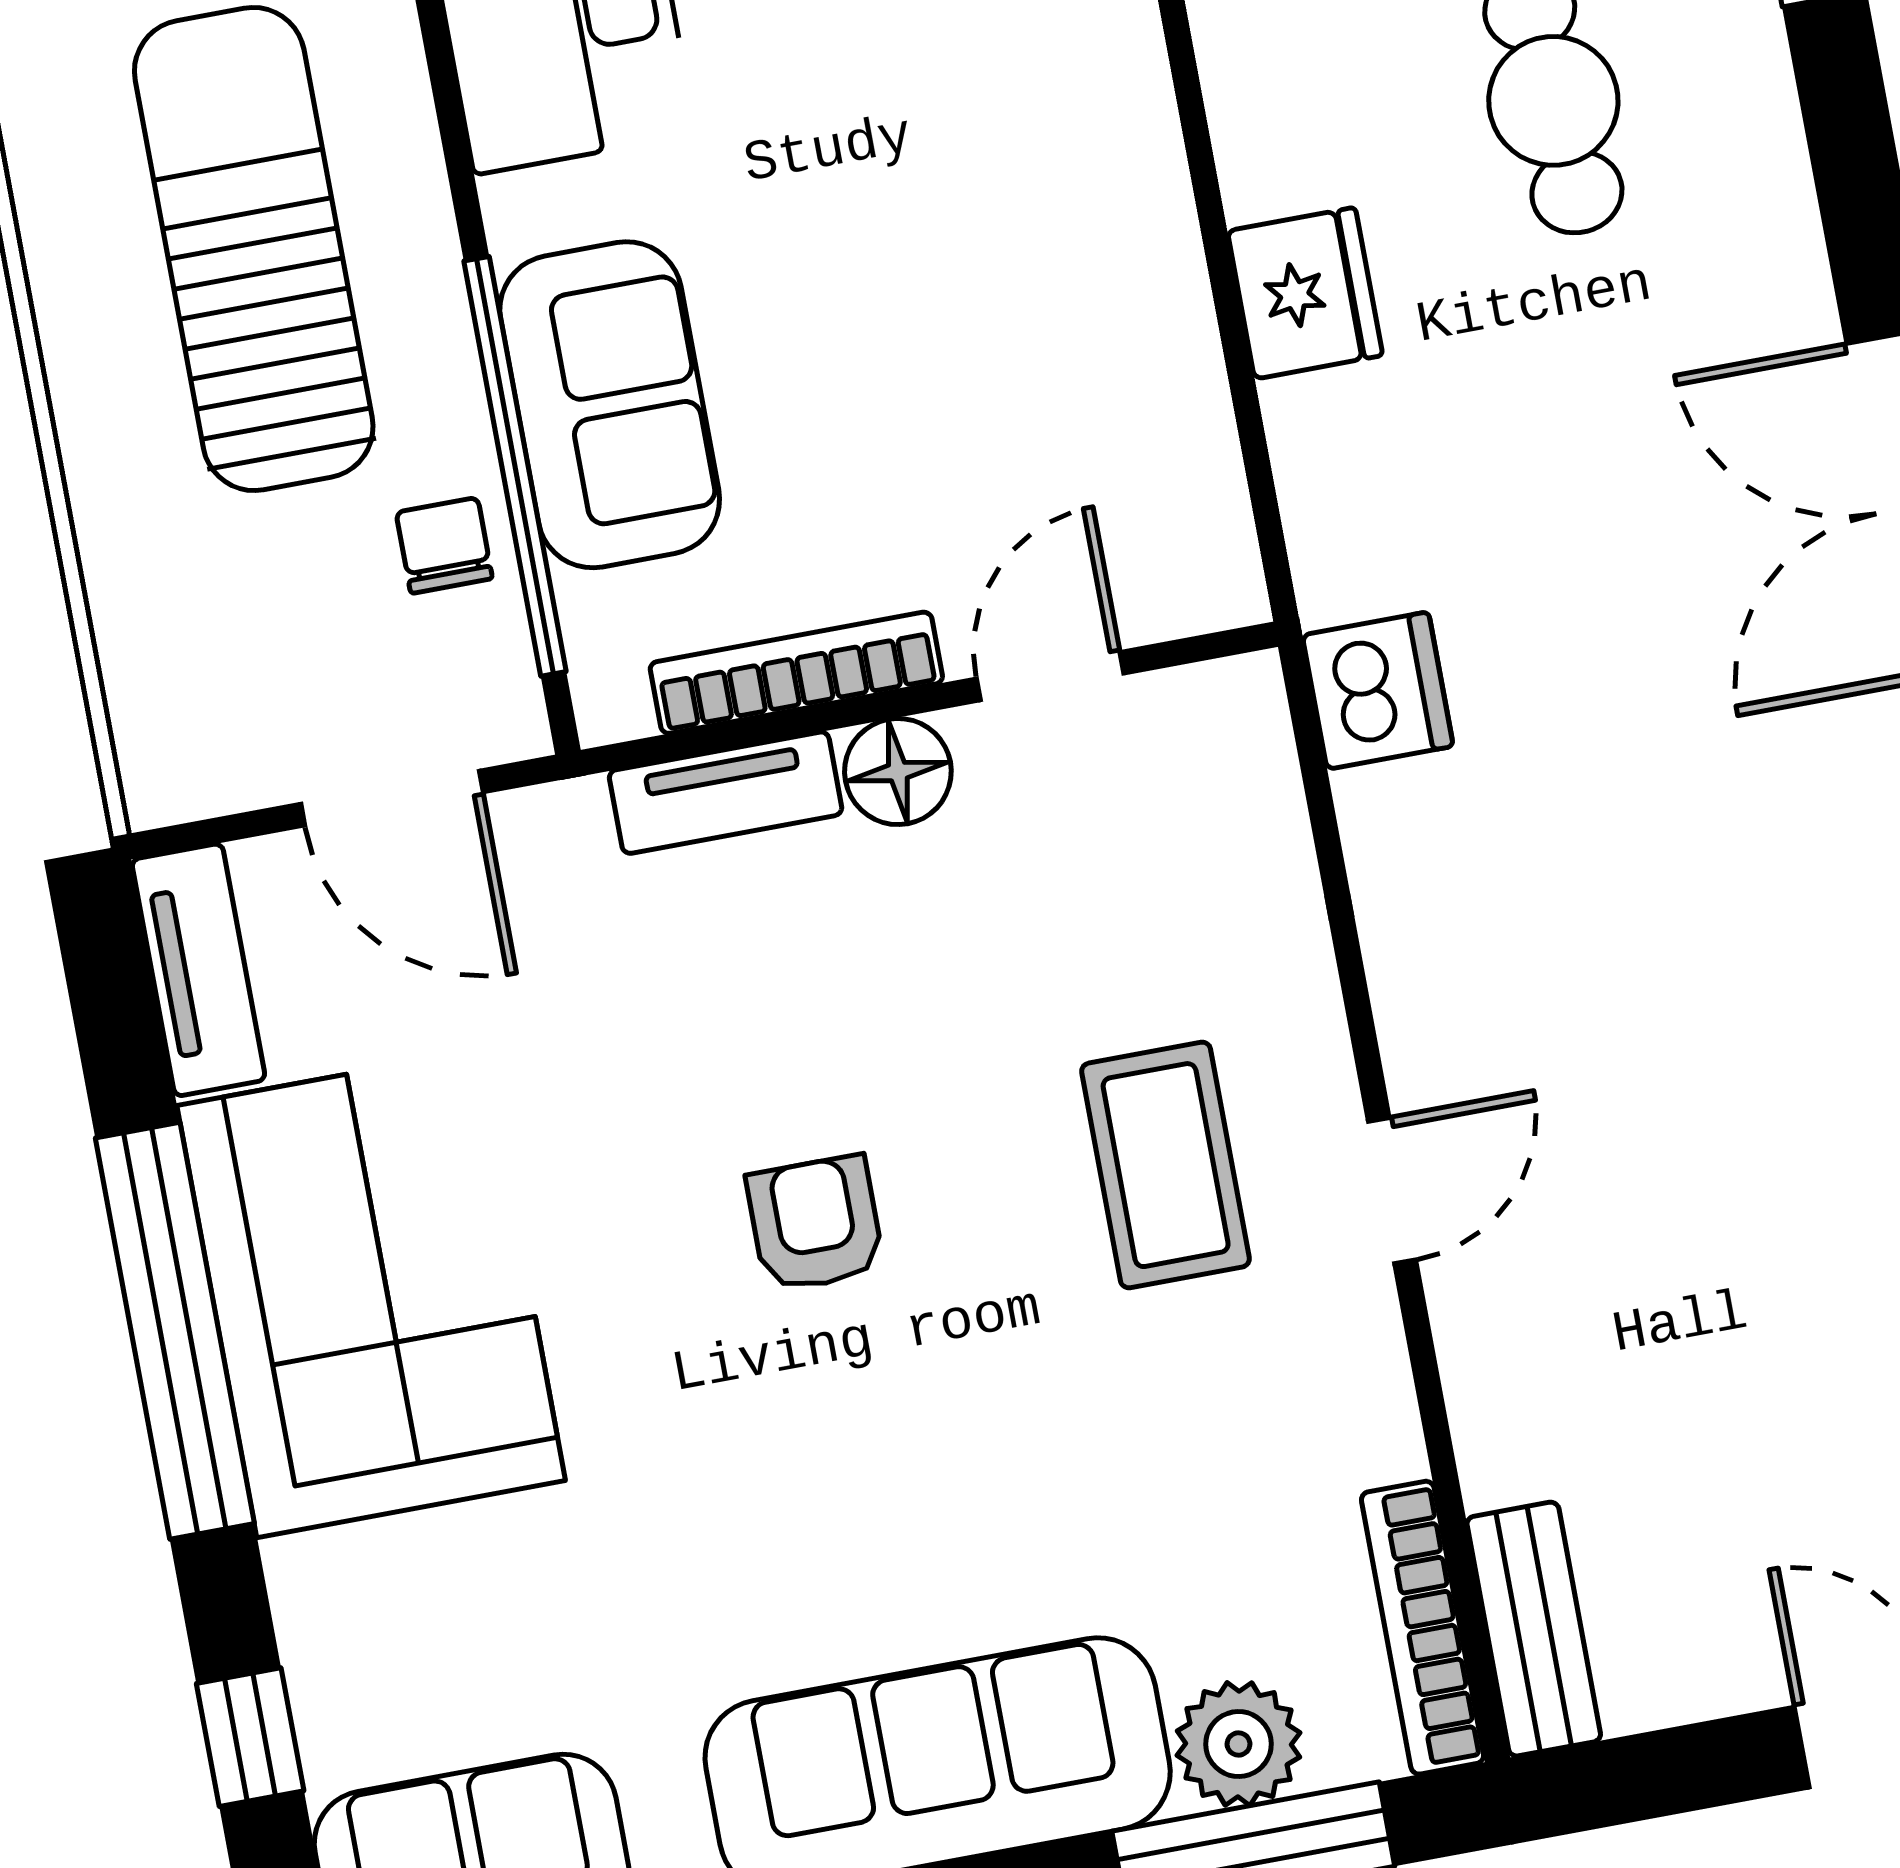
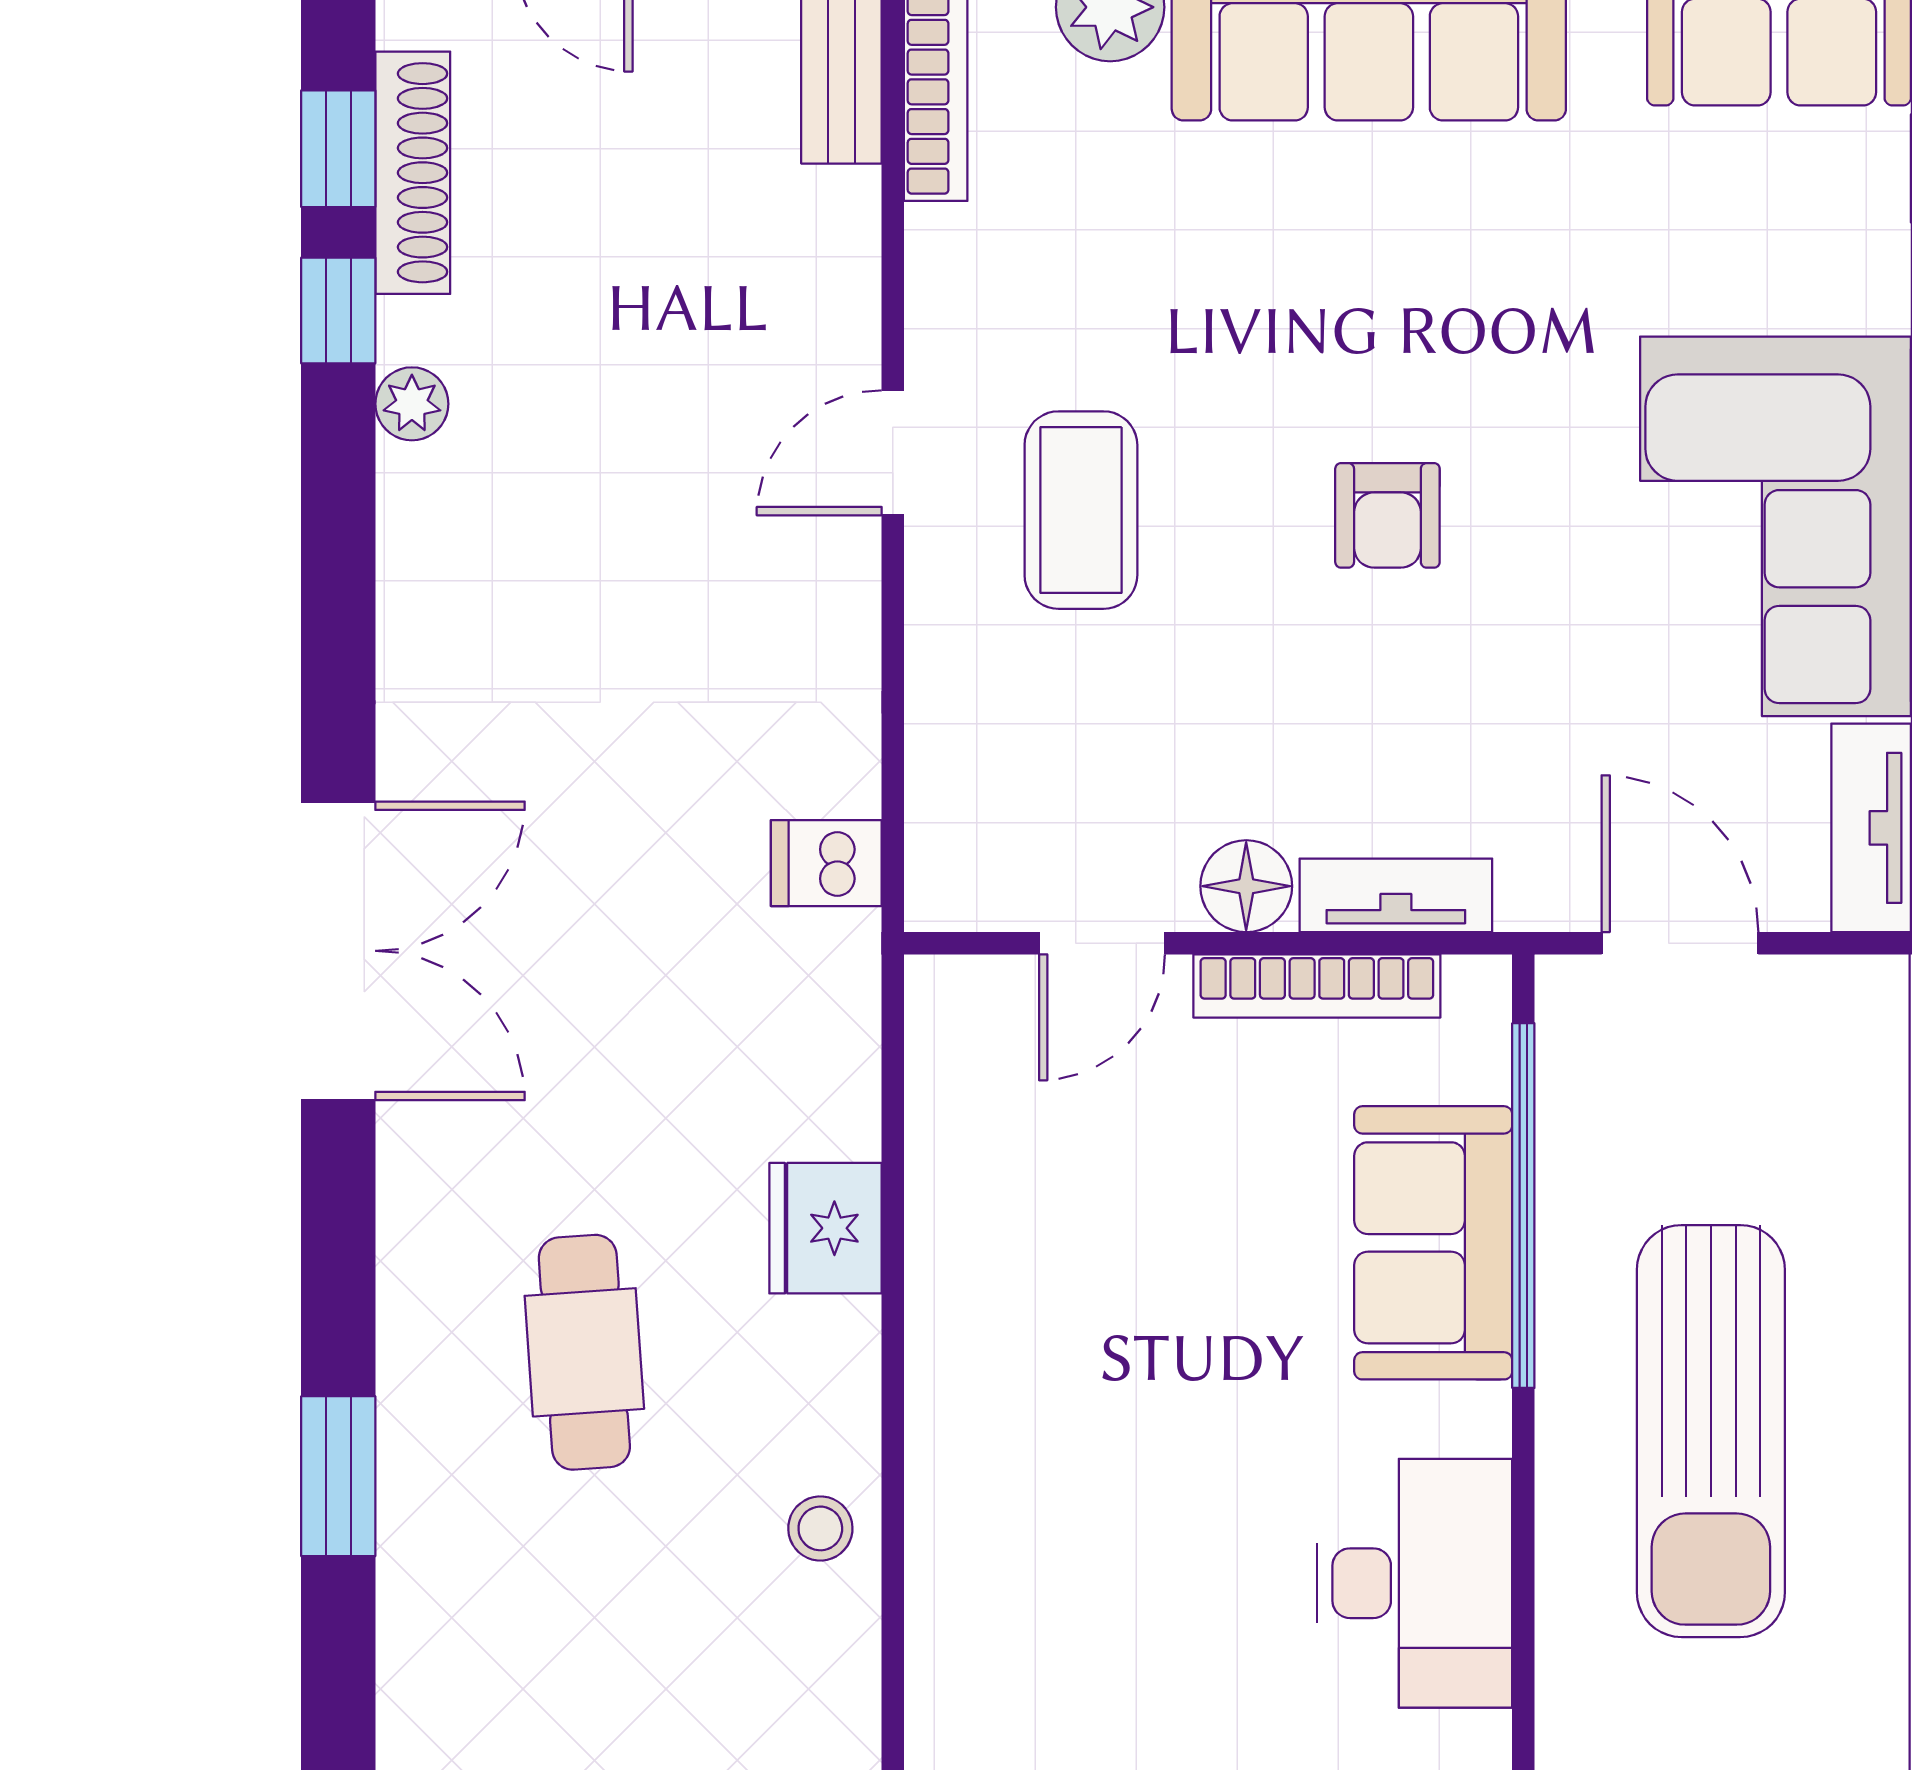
chair: (444, 545) -> (1596, 1150), removed
dishwasher: (1378, 691) -> (826, 863), width x0.73

